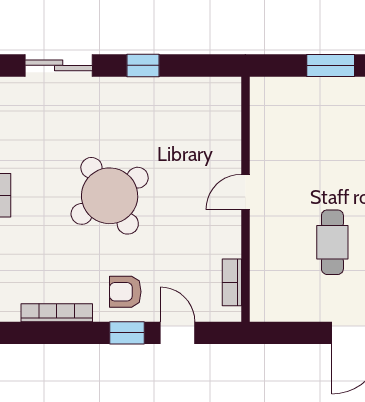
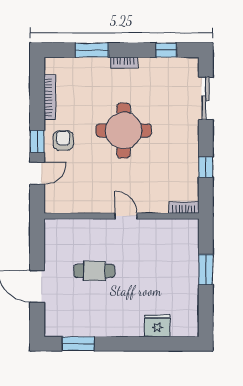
window: (143, 65) -> (206, 167), moved
round table: (110, 196) -> (124, 130), turned 33
bookcase: (232, 282) -> (184, 207), moved

